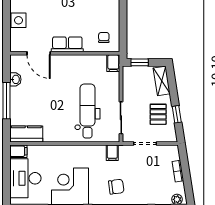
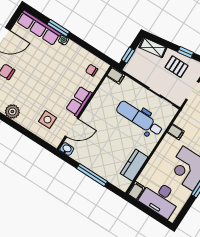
side table: (19, 20) -> (47, 120), moved
washbasin: (15, 79) -> (67, 149), moved
kitchen counter: (26, 134) -> (134, 165), moved
filing cabinet: (112, 153) -> (176, 132), moved

